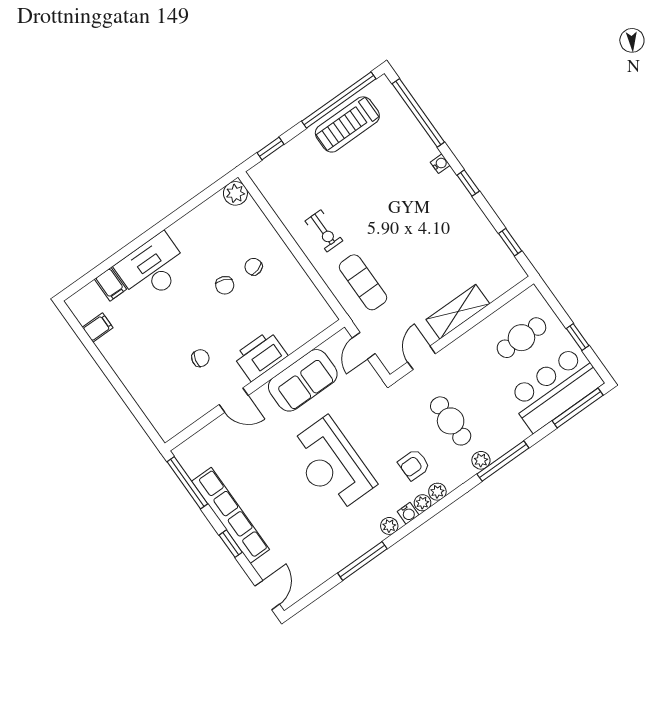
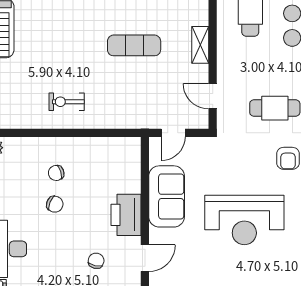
exercise bike: (324, 231) -> (67, 102), turned 180
exercise mat: (363, 282) -> (134, 45), moved
shelving: (458, 312) -> (200, 45), width x0.67, depth x0.75
door: (364, 346) -> (173, 133), hinge flipped

